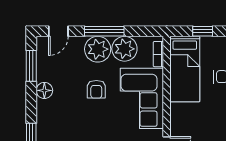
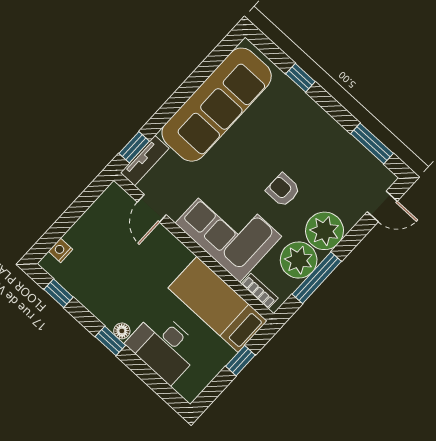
door: (58, 31) -> (382, 206), swing flipped
window: (104, 31) -> (317, 278), moved
floor lamp: (44, 90) -> (333, 133), removed

